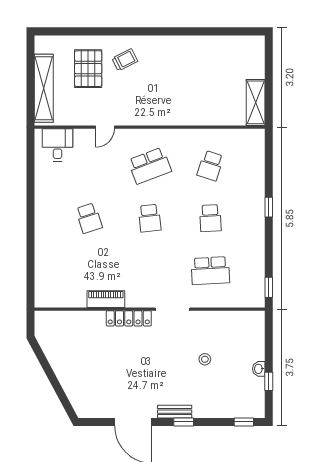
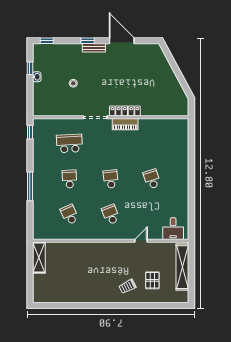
pallet: (88, 69) -> (152, 280), width x0.67, depth x0.71
school desk: (150, 166) -> (111, 215), width x0.54
school desk: (210, 166) -> (70, 215), turned -42
window: (269, 207) -> (30, 186), width x2.17
piano: (106, 299) -> (125, 124), moved

